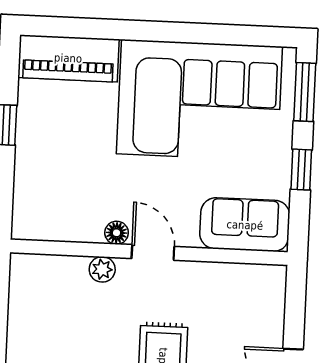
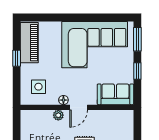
piano: (68, 58) -> (29, 43), moved, turned -90
side table: (57, 197) -> (38, 87), added
door: (153, 252) -> (79, 107), swing flipped

